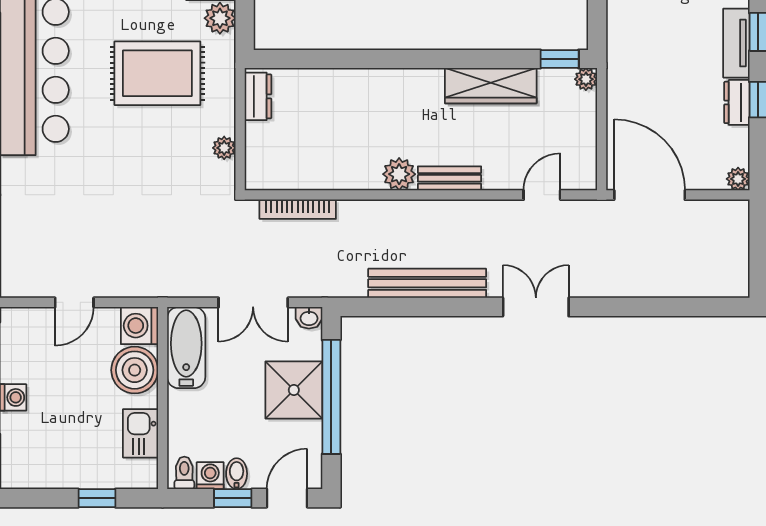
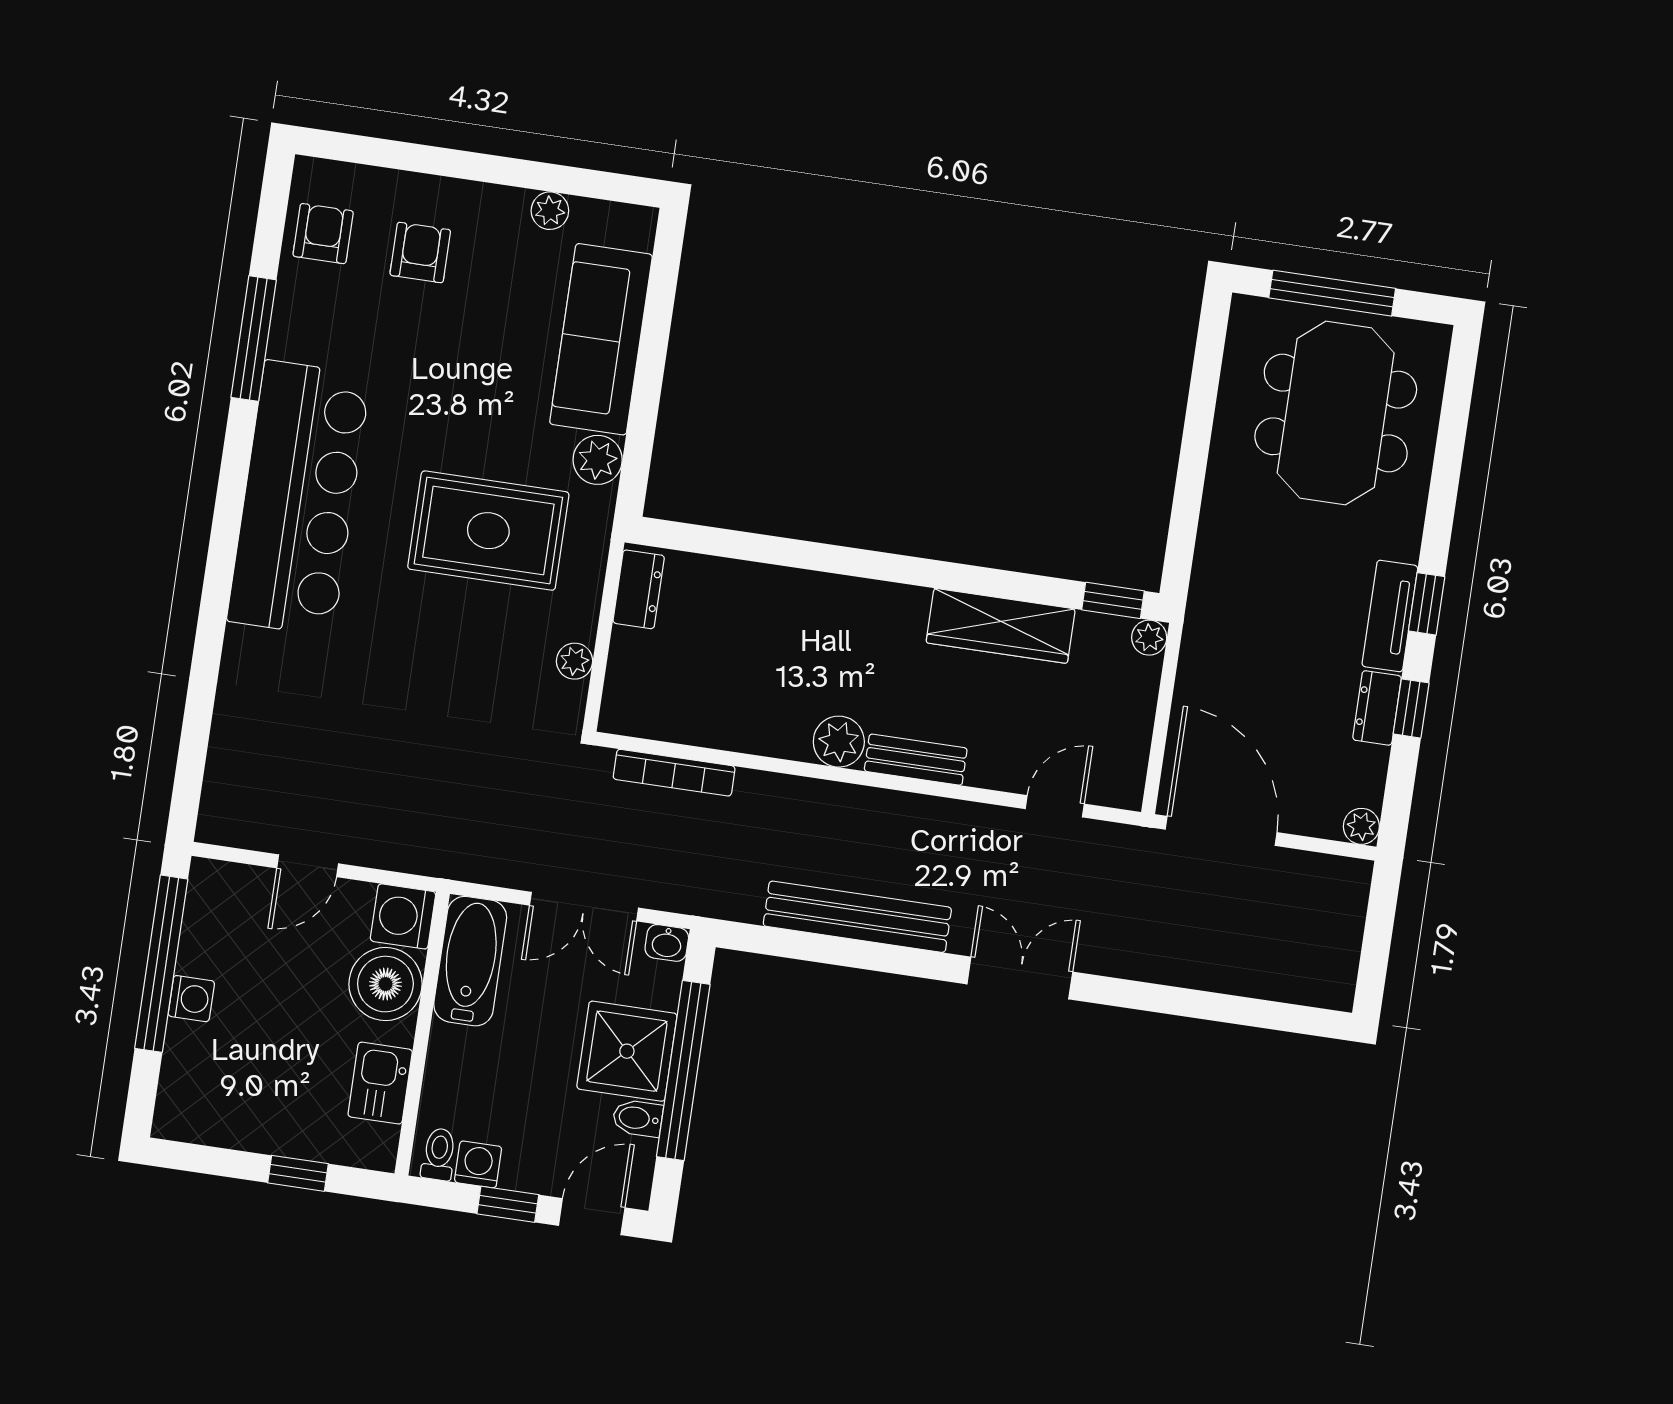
bidet: (237, 474) -> (638, 1118), moved, turned -90

